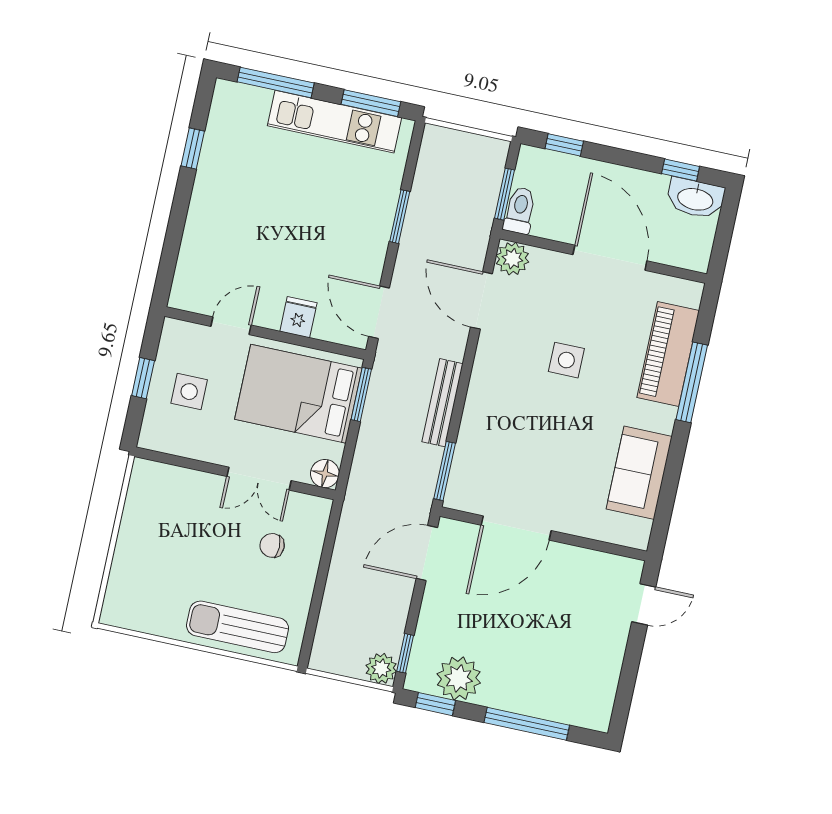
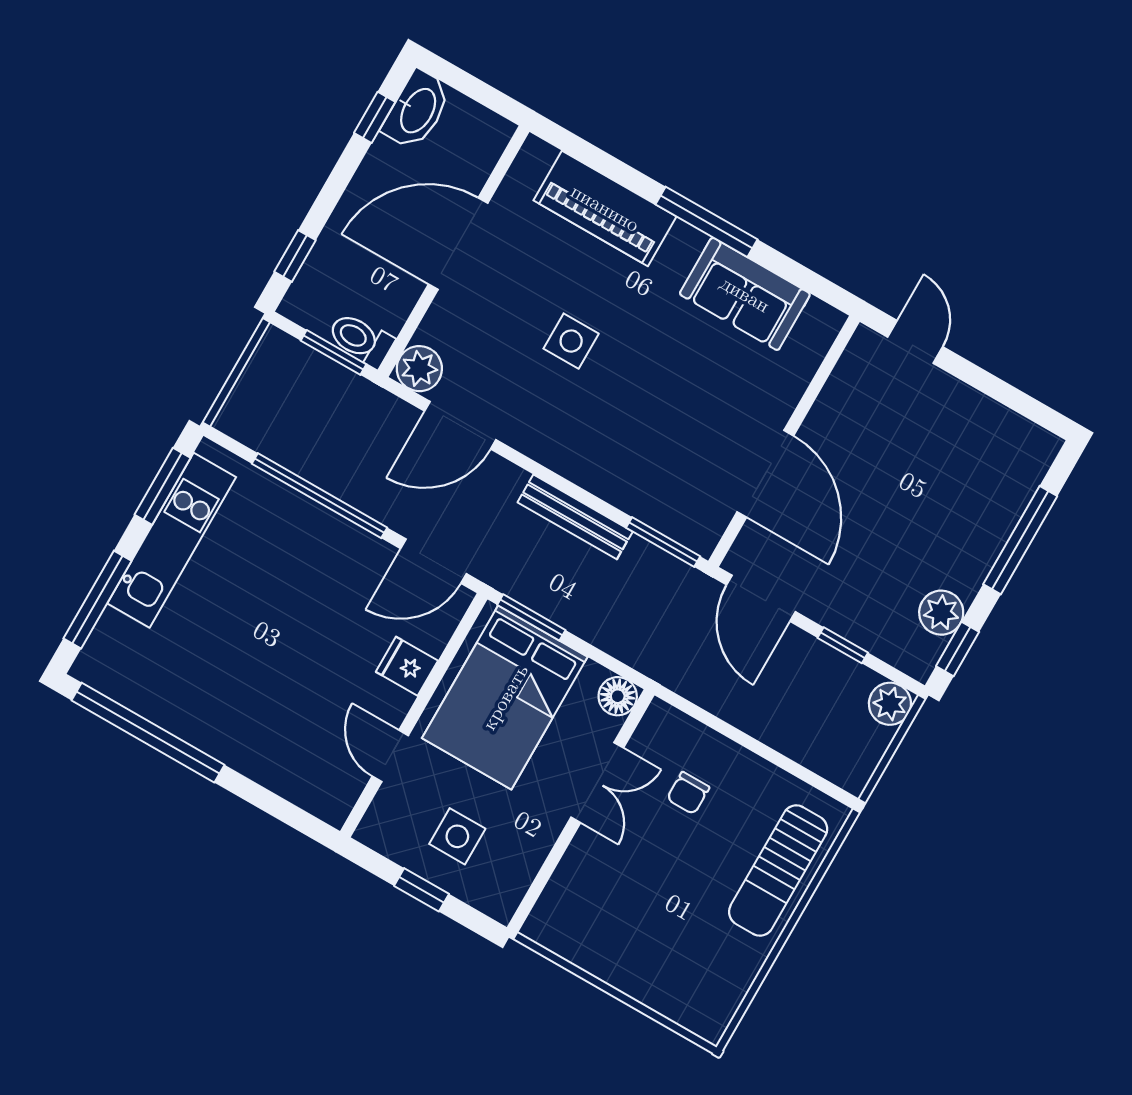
window: (193, 149) -> (148, 733), width x3.17
window: (400, 217) -> (319, 496), width x2.11
window: (692, 382) -> (707, 222), moved
window: (405, 653) -> (843, 645), moved
plant: (459, 678) -> (941, 613), width x0.73, depth x0.73

